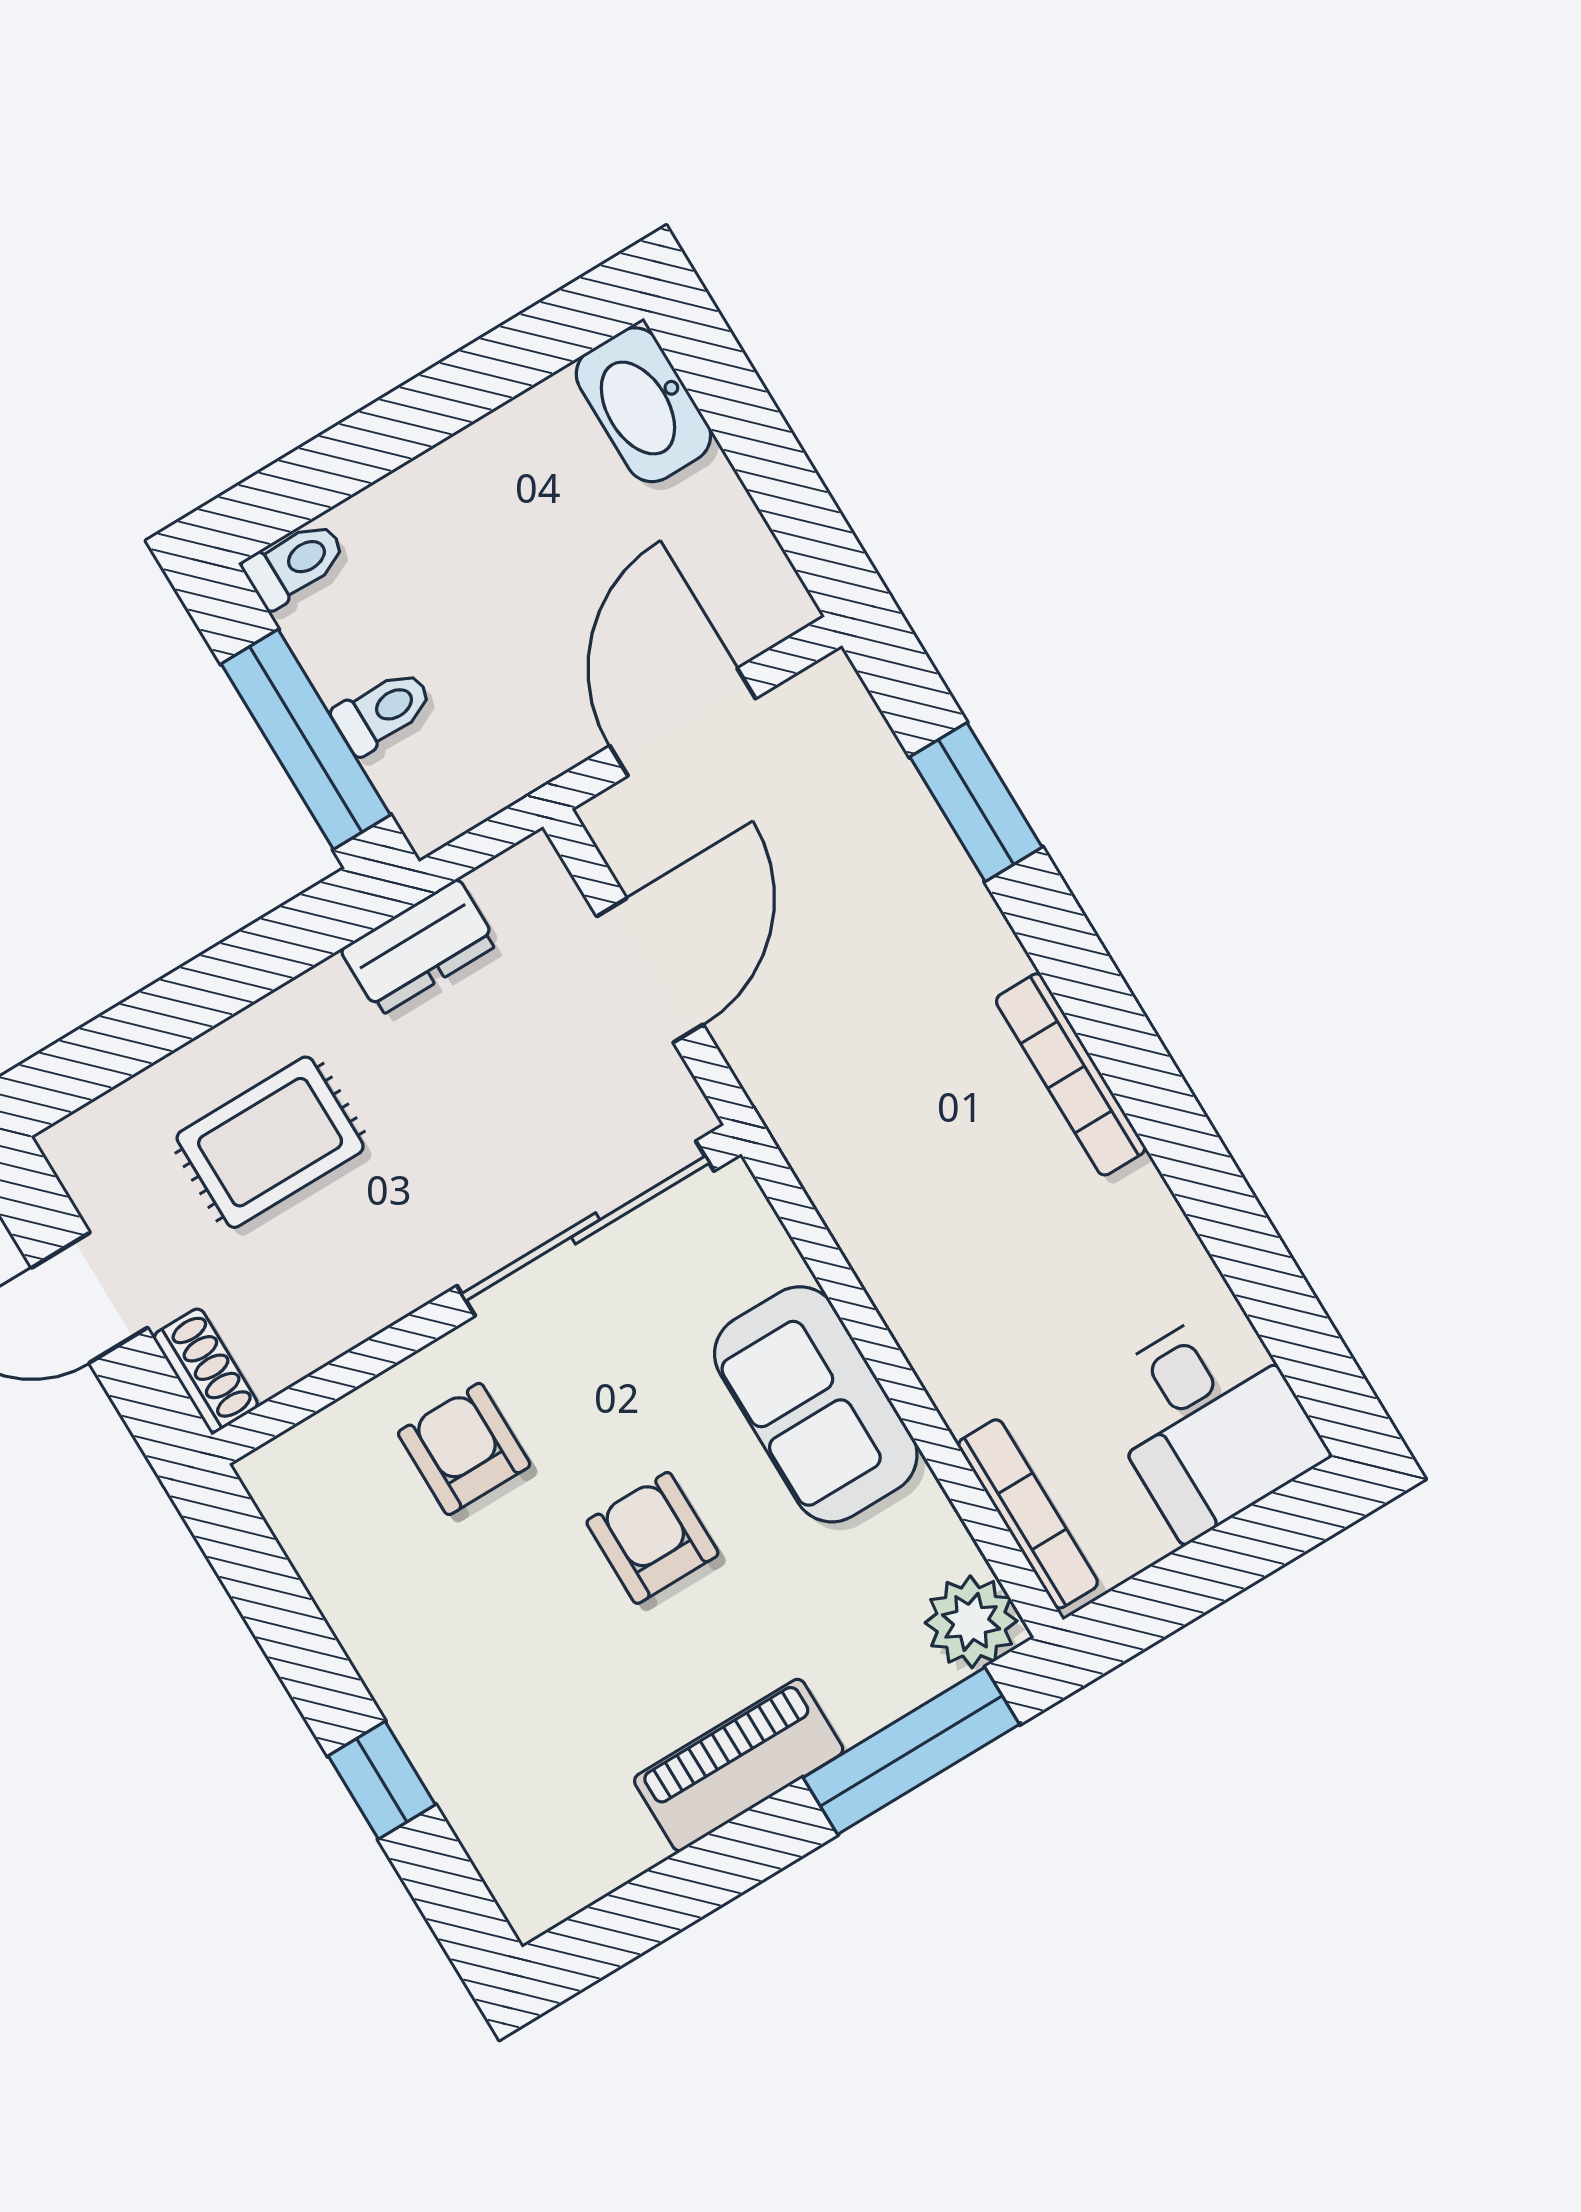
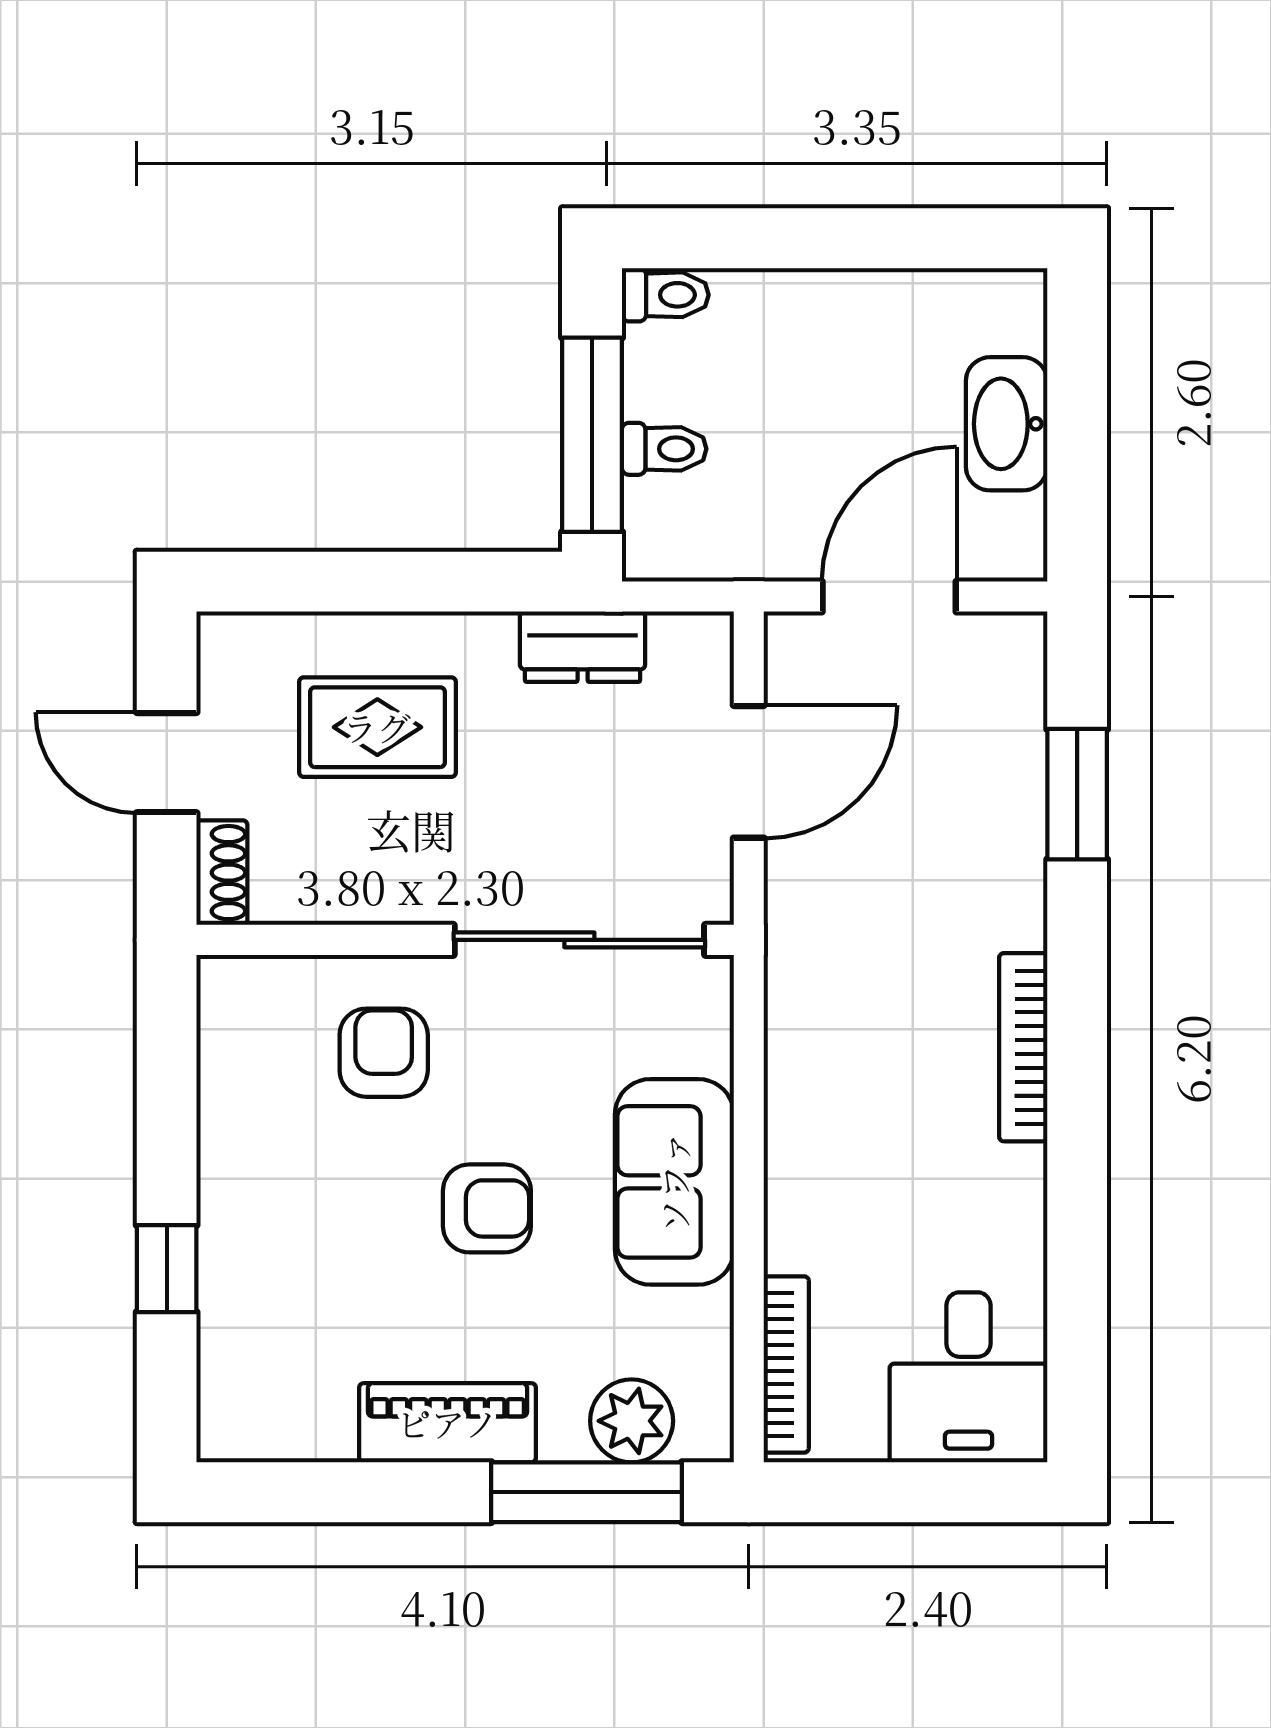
washbasin: (643, 405) -> (1007, 424), moved
armchair: (652, 1538) -> (487, 1208), turned 90
plant: (971, 1622) -> (632, 1421), moved

